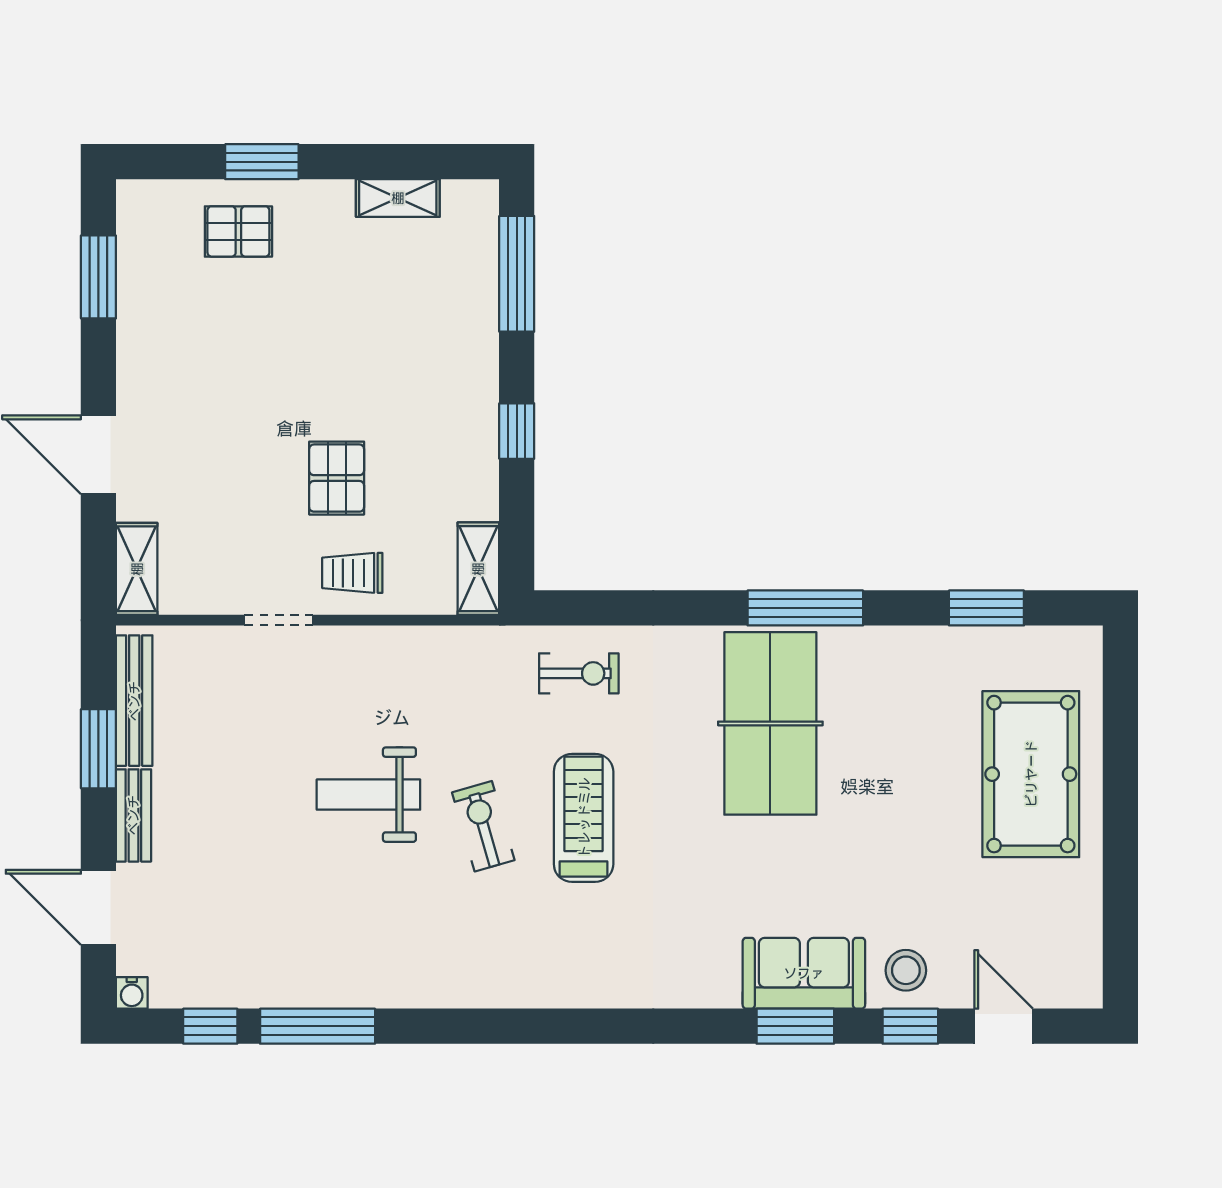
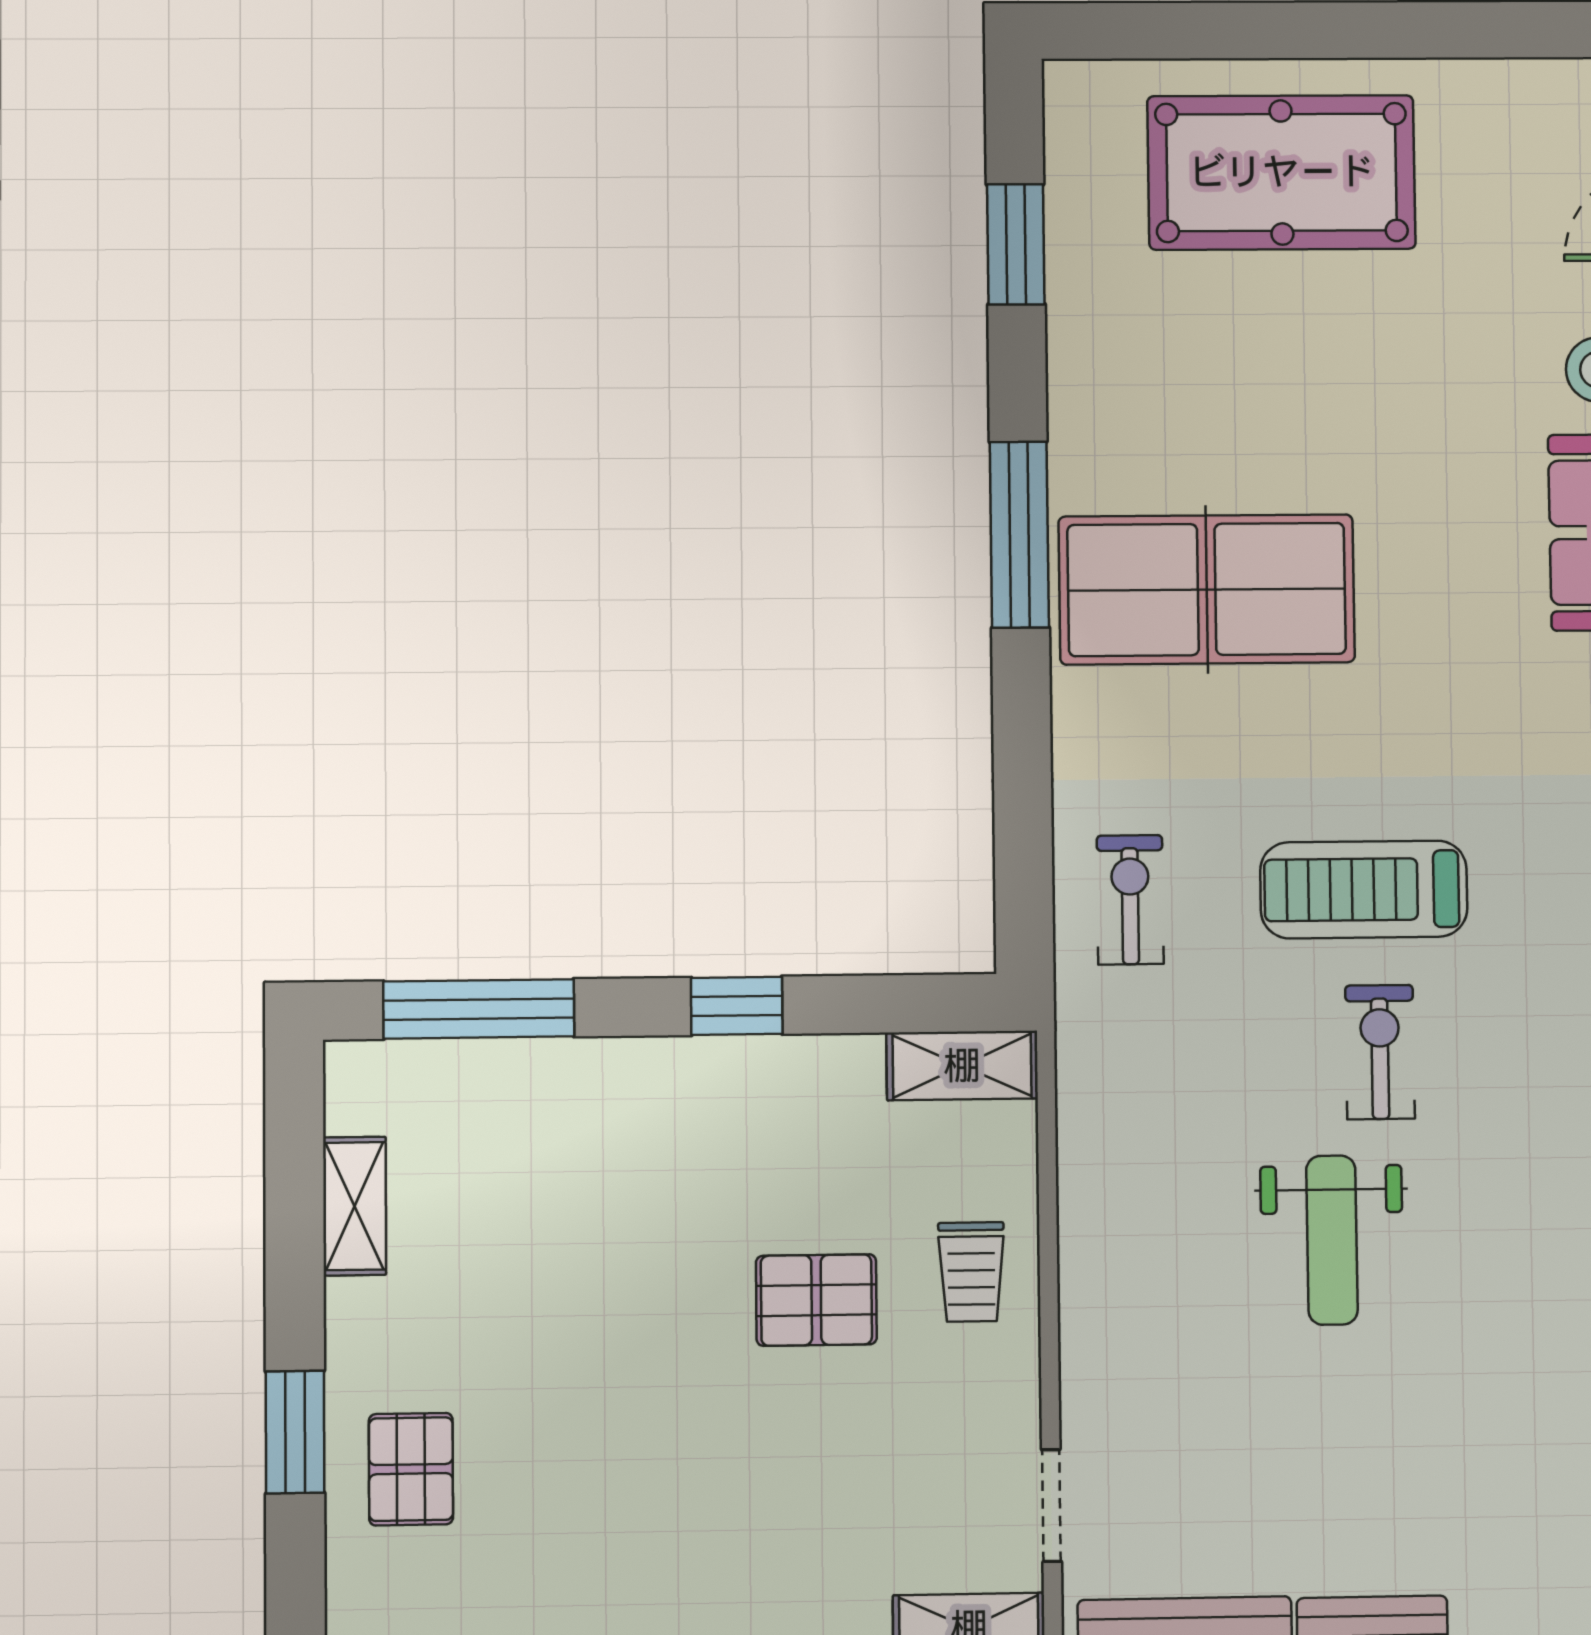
doorway: (278, 620) -> (1051, 1506), moved
exercise bike: (483, 826) -> (1380, 1052), turned 106

